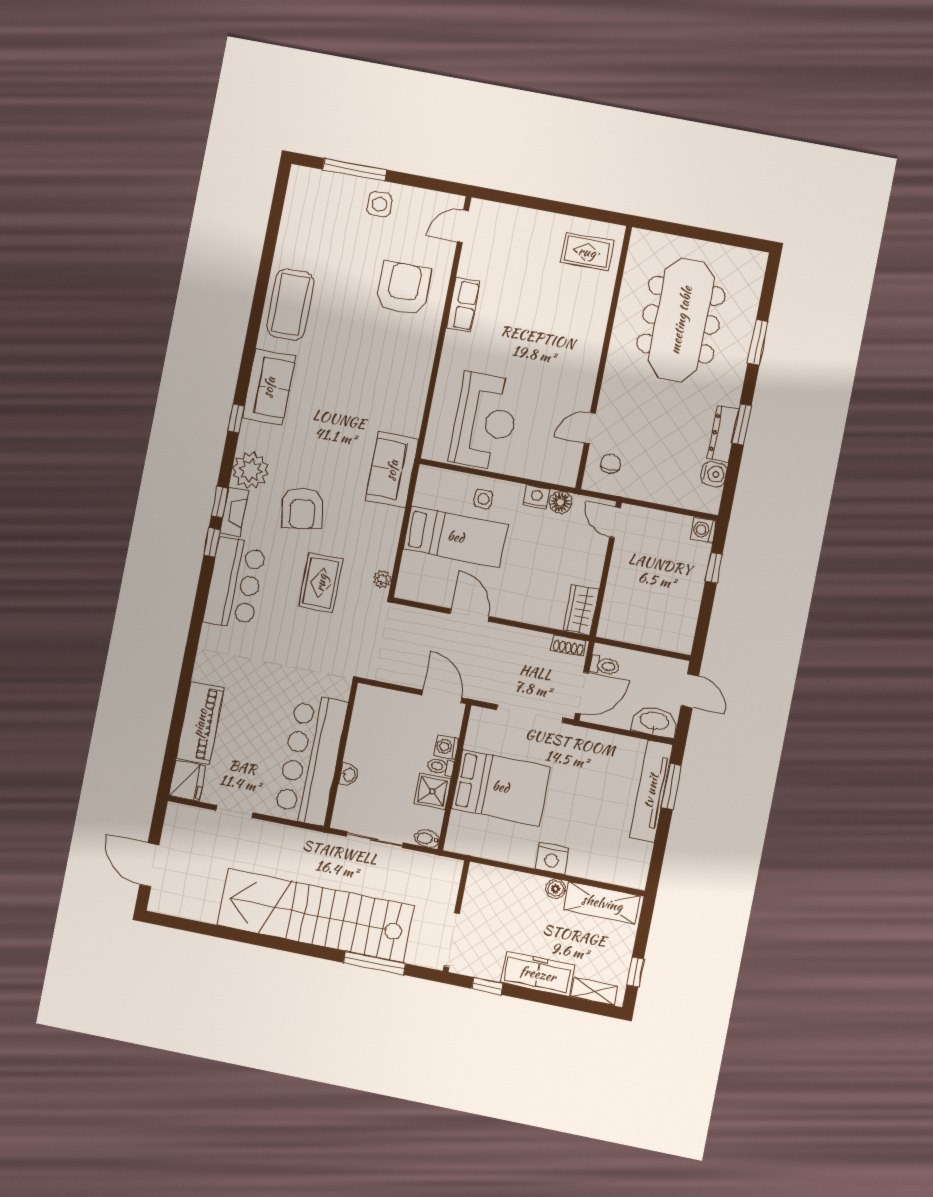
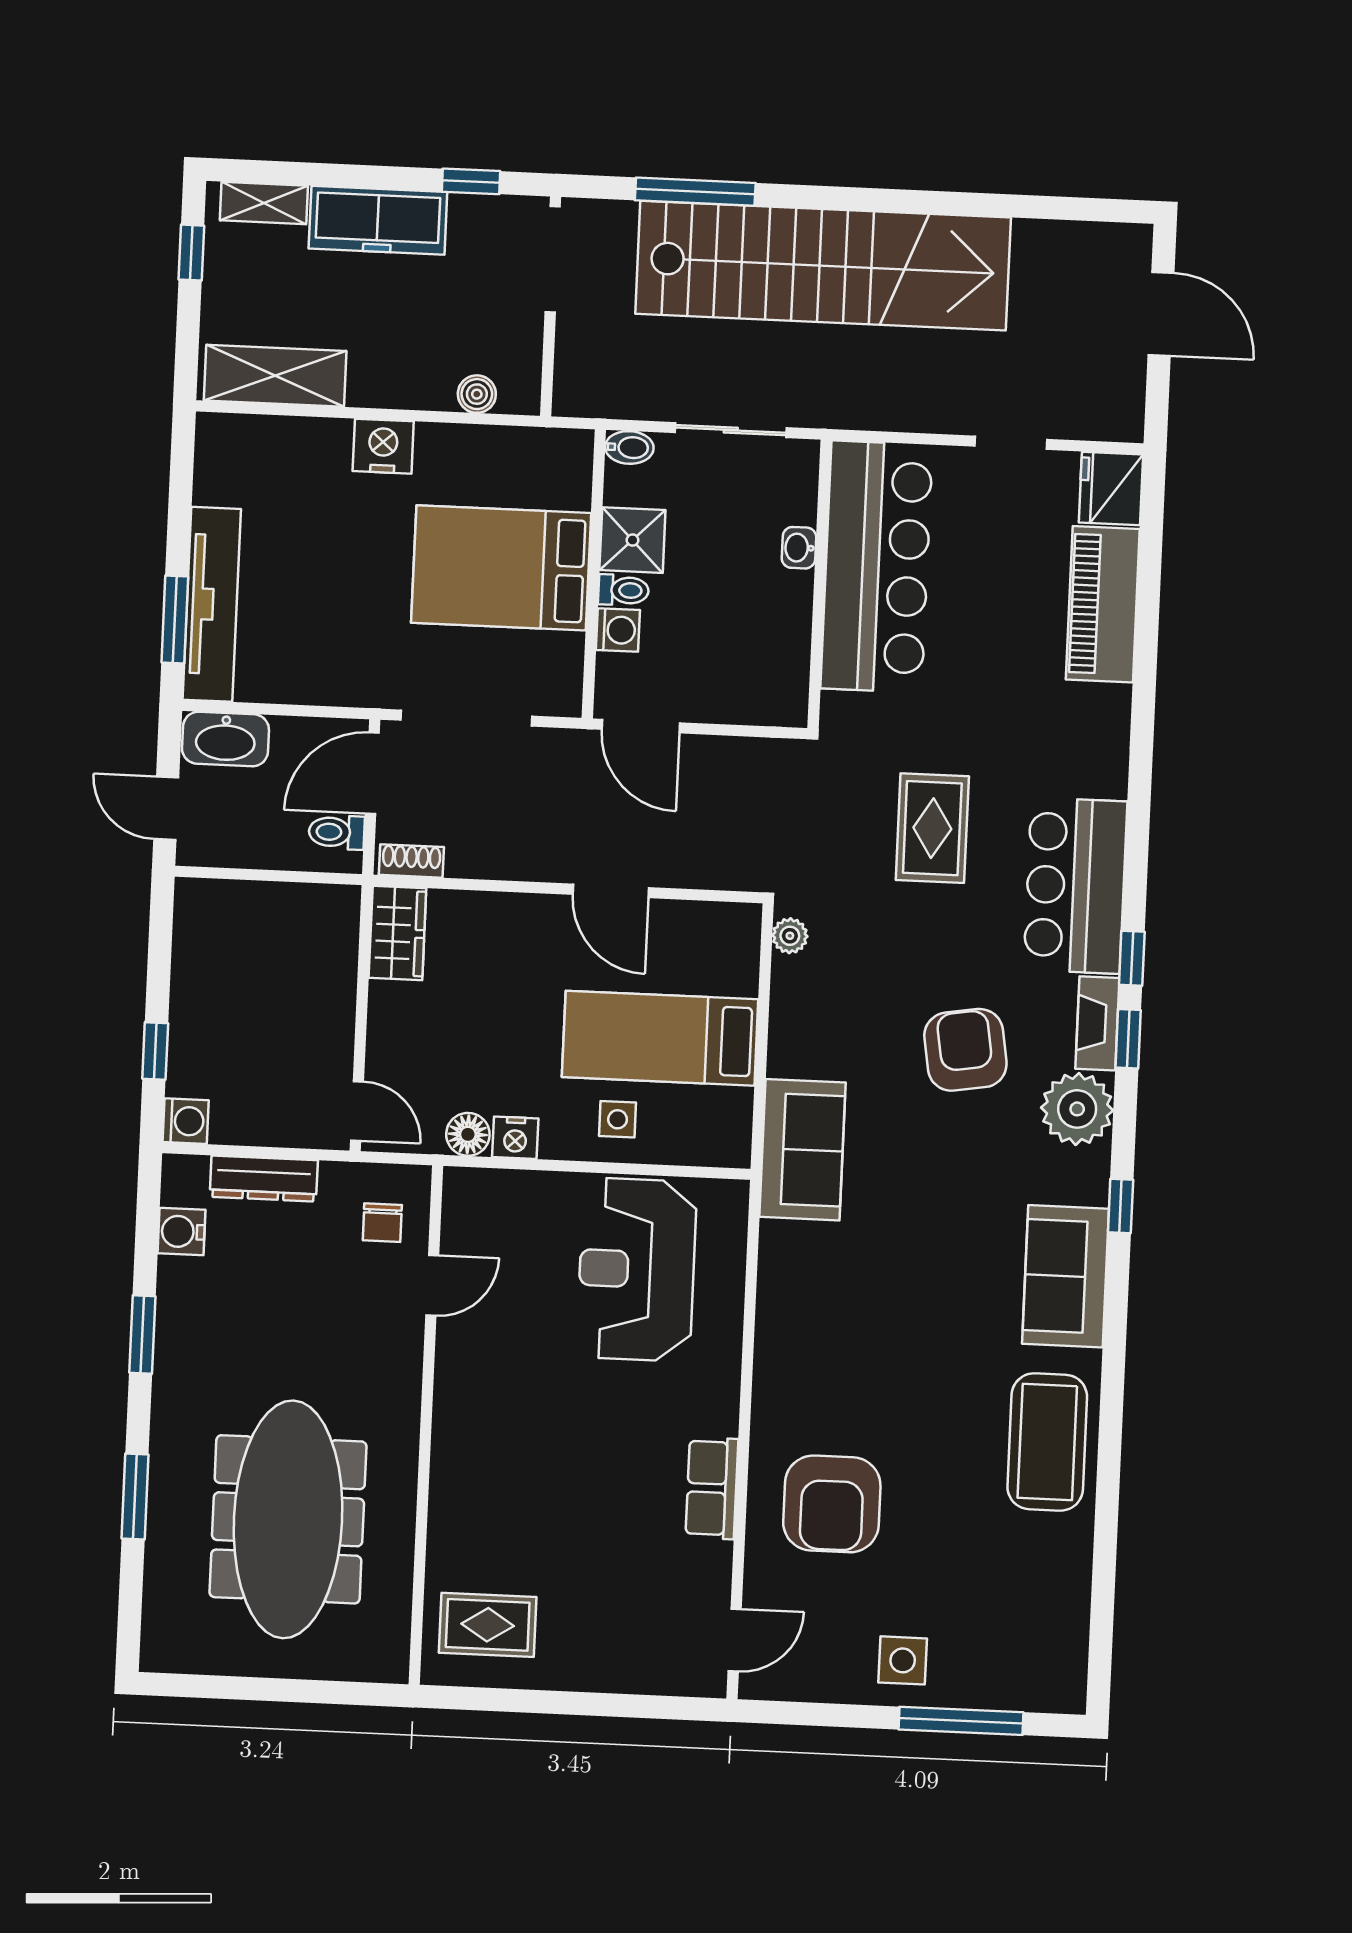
dresser: (723, 434) -> (264, 1179), moved, turned 90
rug: (321, 583) -> (932, 828), moved
boiler: (556, 889) -> (477, 394), moved

